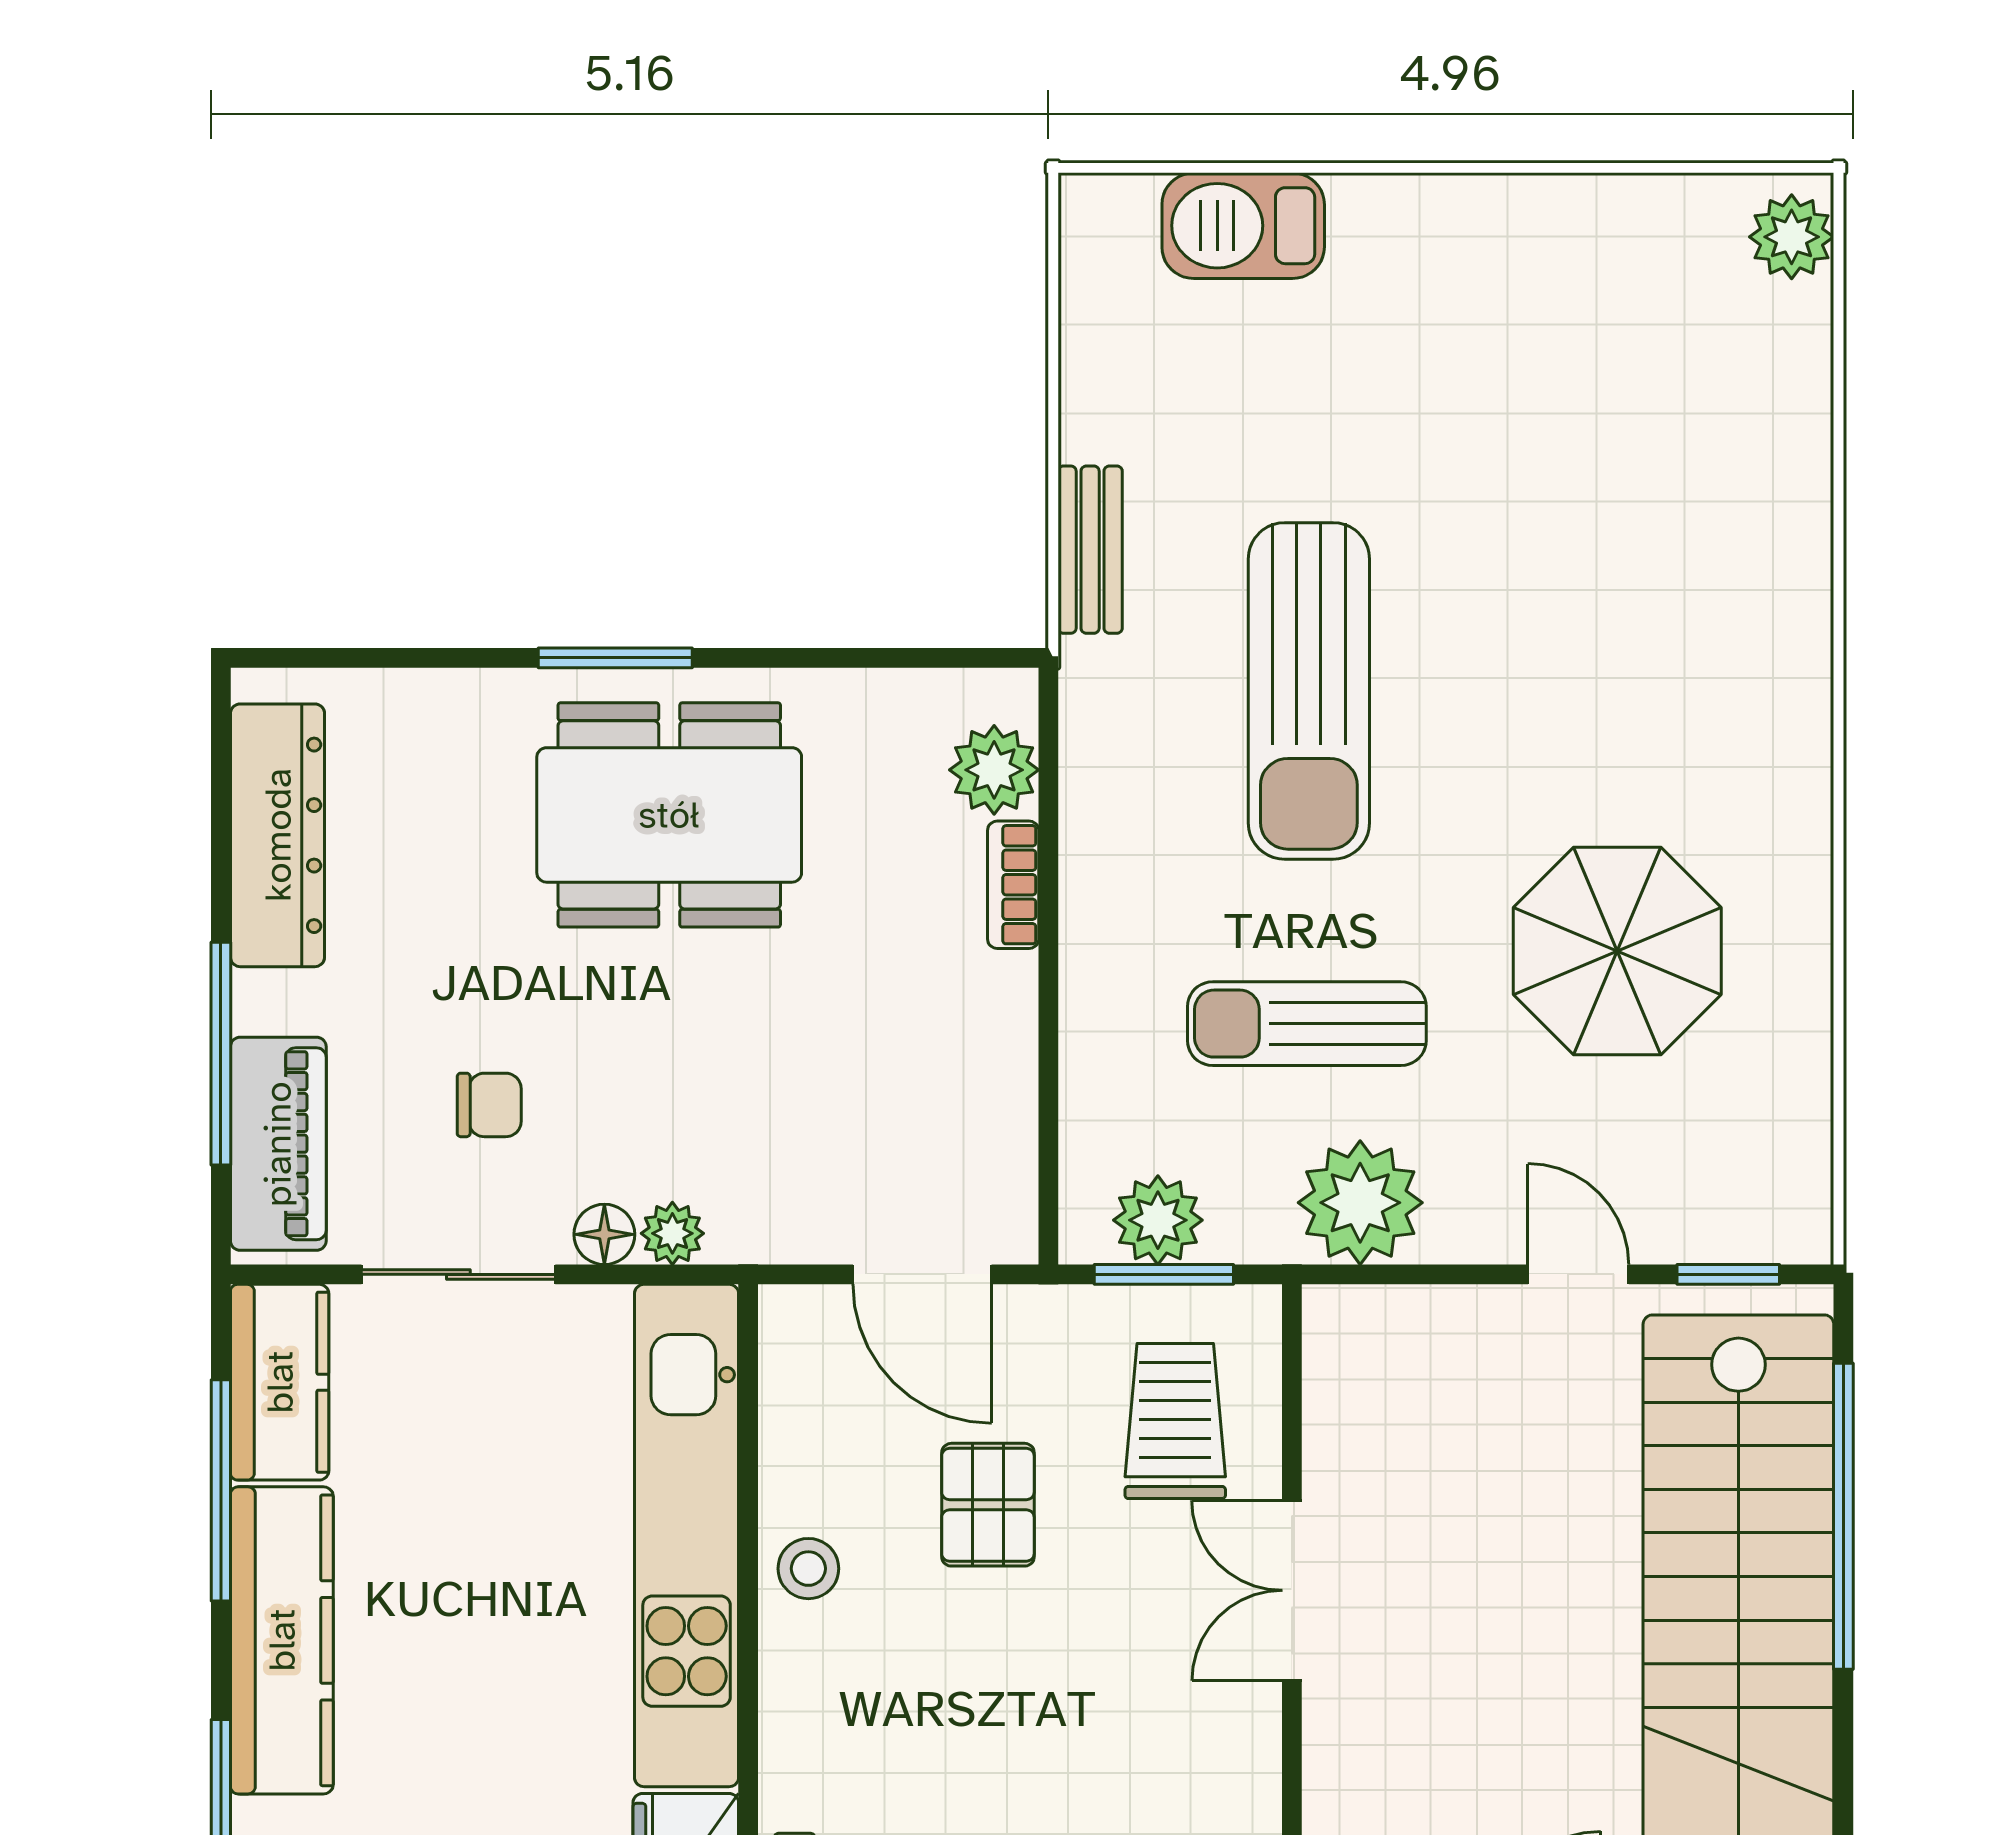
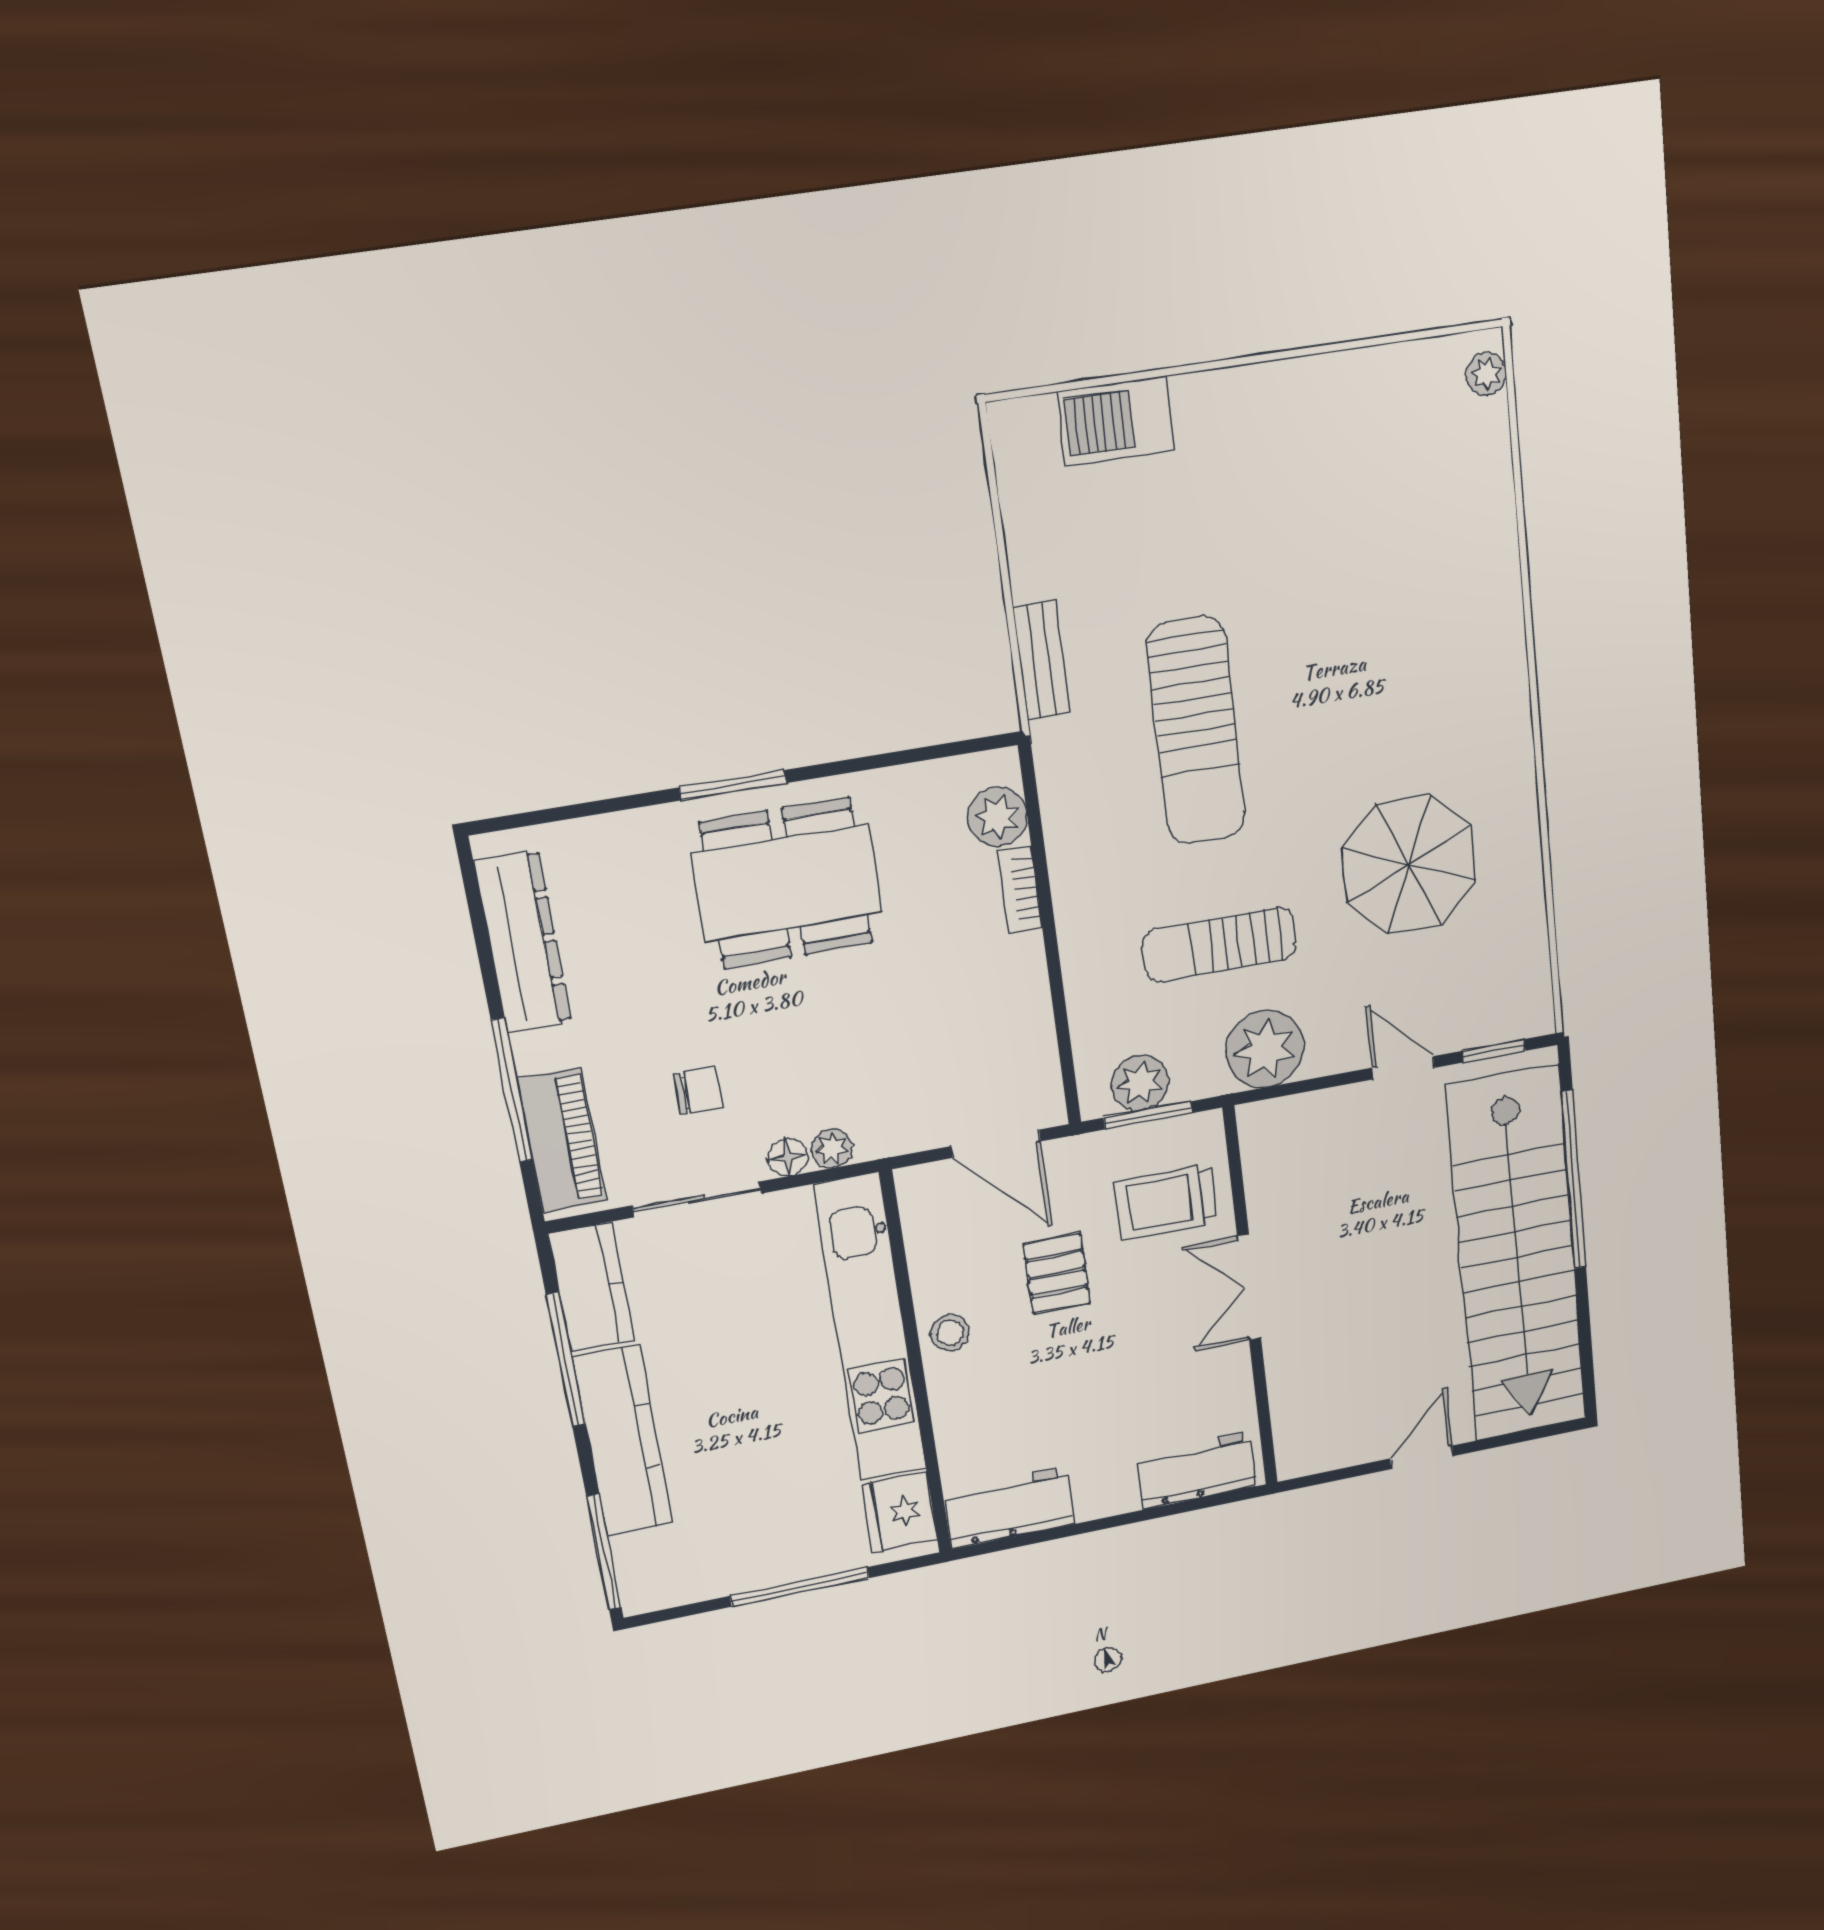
plant: (1792, 237) -> (1486, 374), width x0.73, depth x0.73
trolley: (1175, 1421) -> (1166, 1202), turned -90

